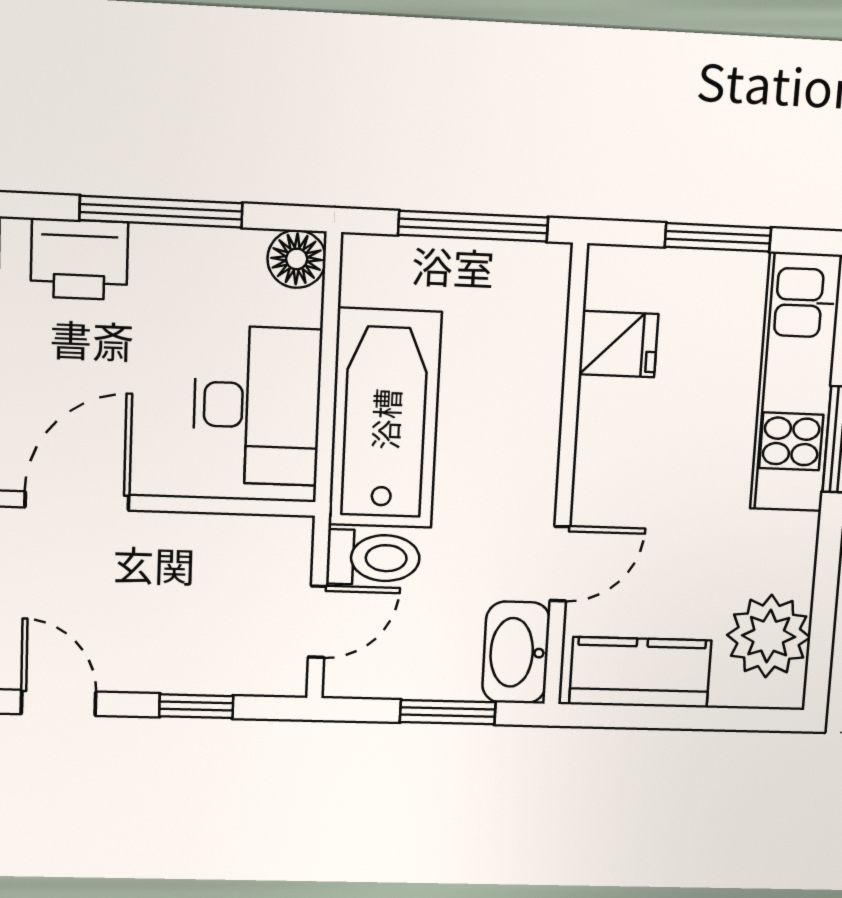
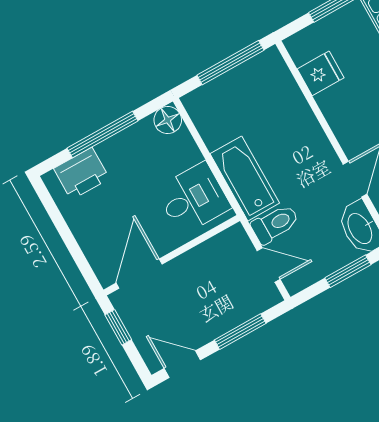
desk: (257, 406) -> (193, 198), width x0.73
bathtub: (385, 419) -> (245, 178), width x0.73, depth x0.73
door: (317, 622) -> (269, 265), hinge flipped
window: (196, 706) -> (240, 332), width x1.50

